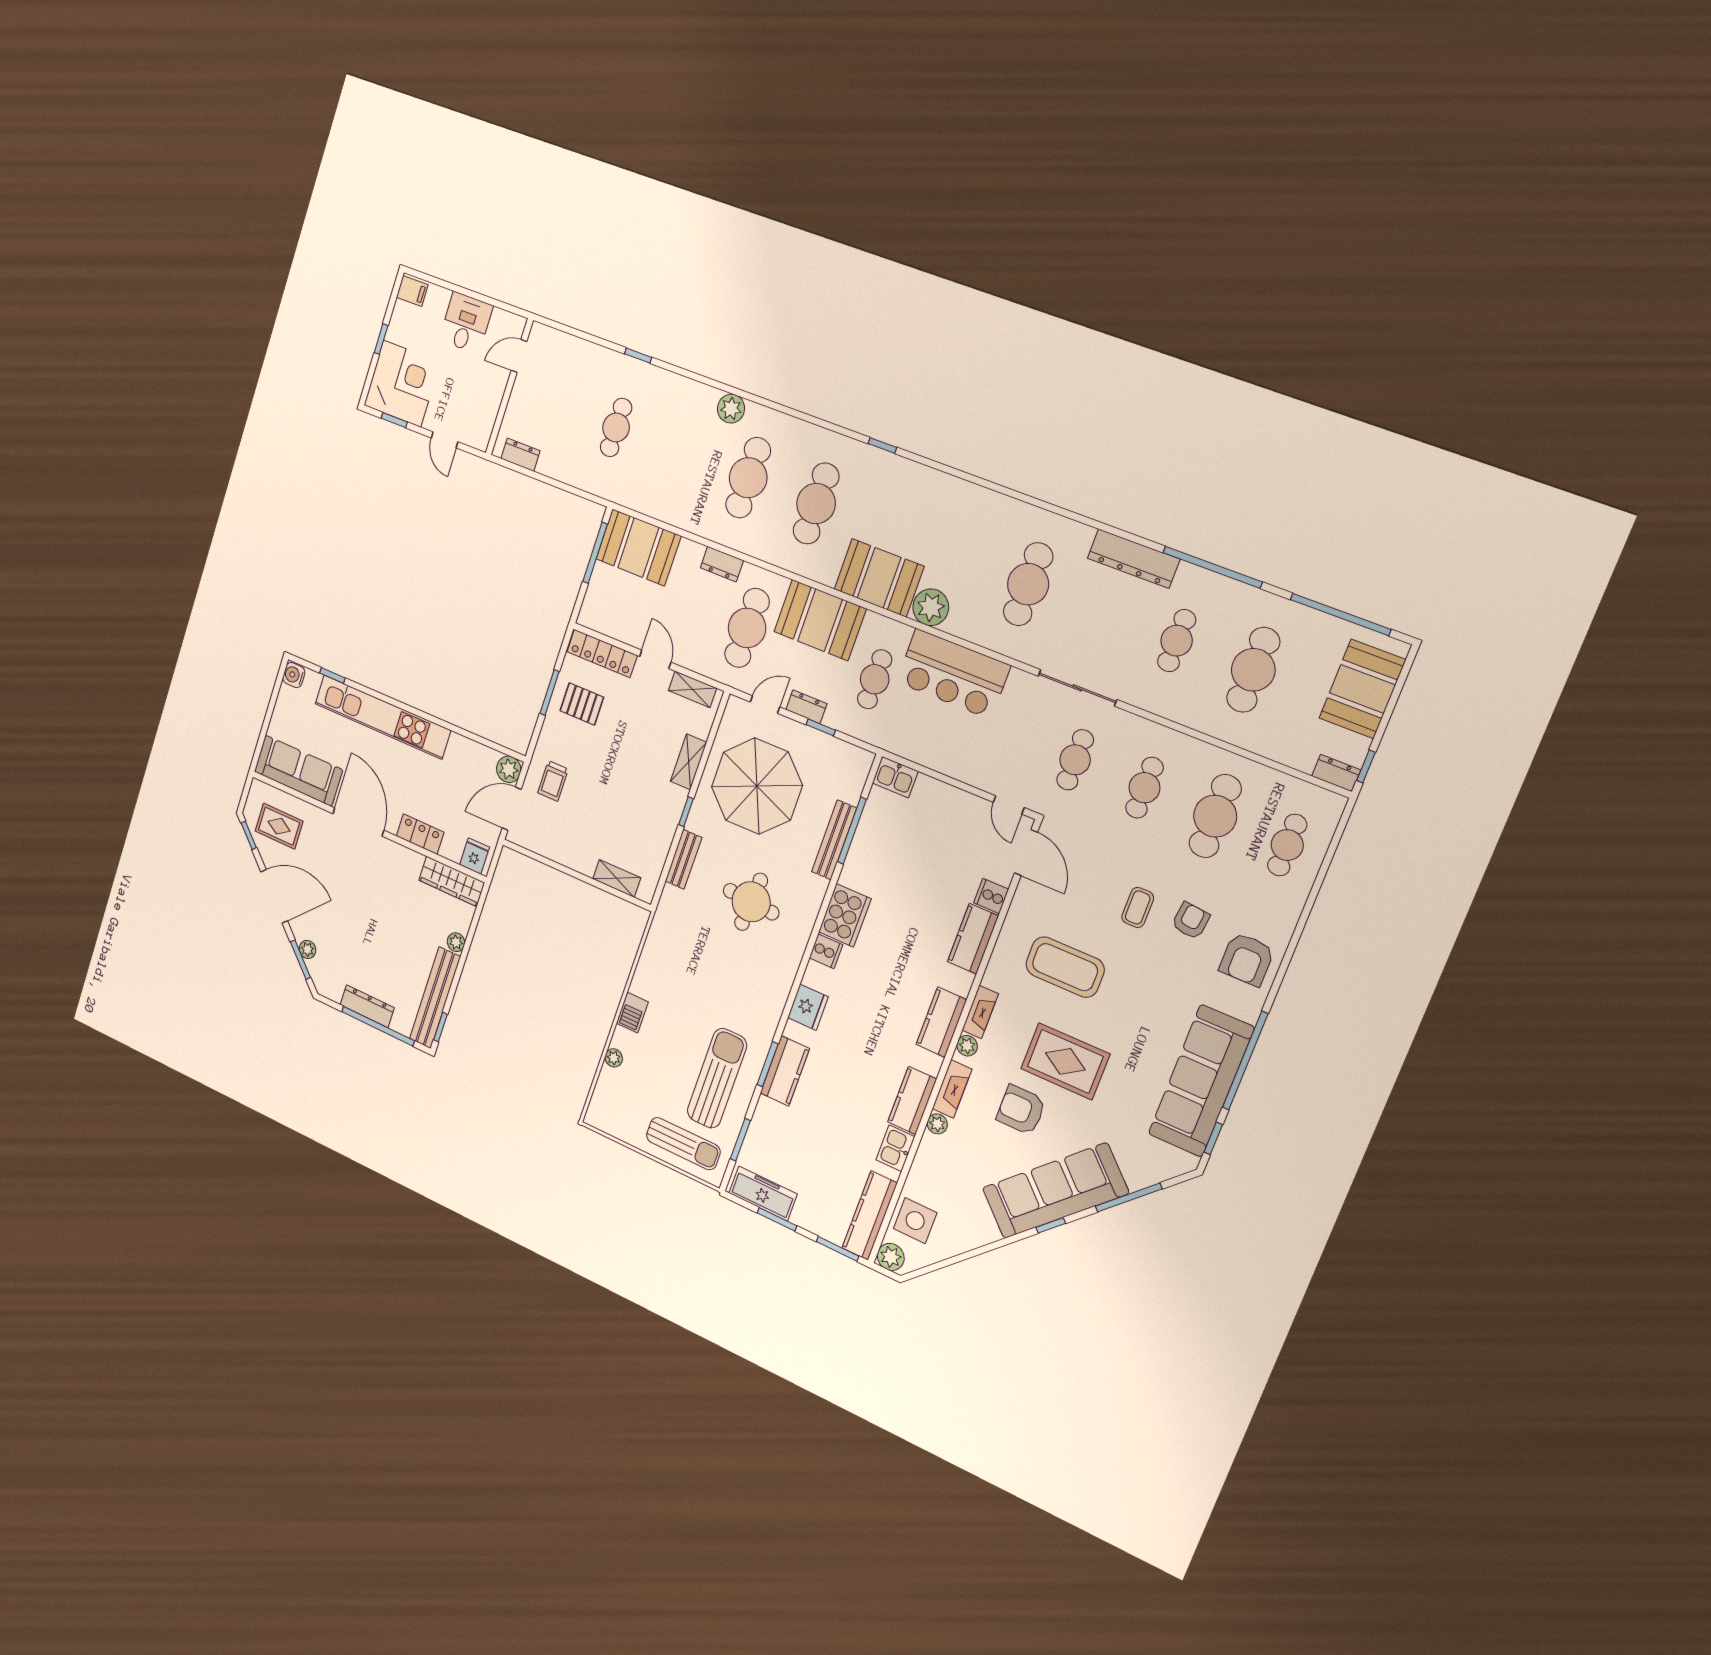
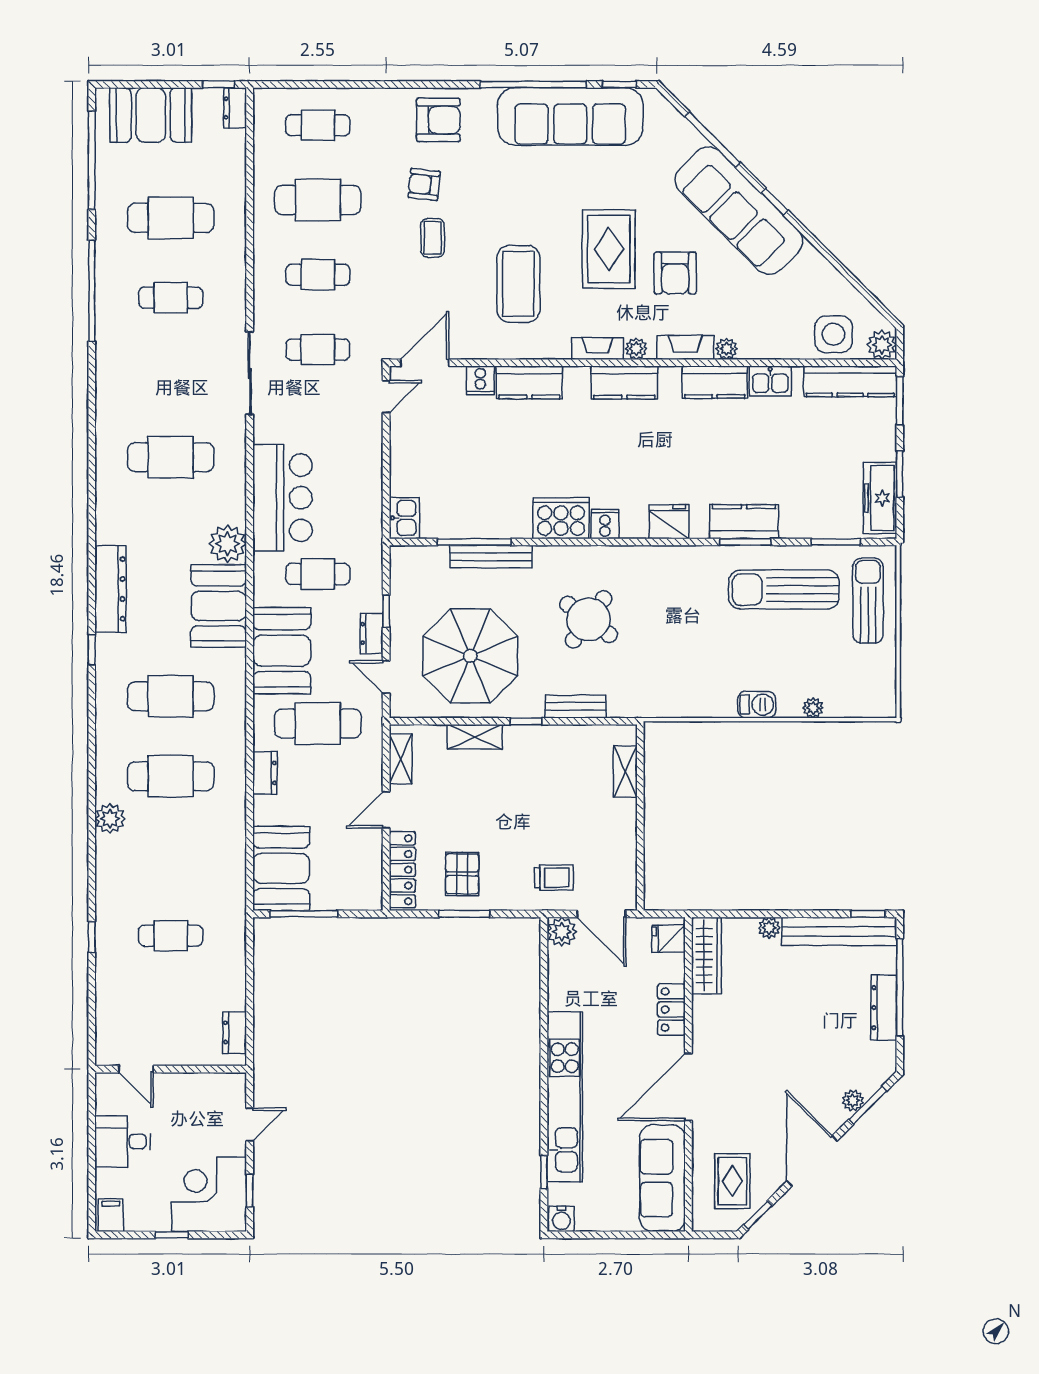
dresser: (1134, 559) -> (110, 589), moved
round table: (751, 902) -> (588, 619), turned 32
coffee table: (1138, 907) -> (432, 238), turned 90

